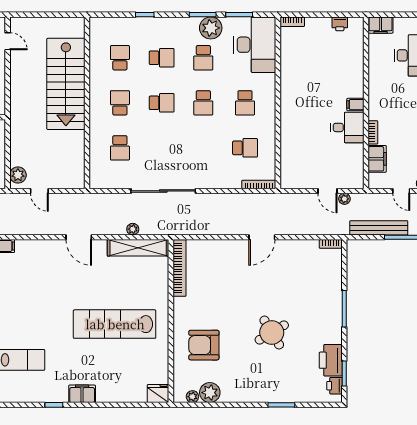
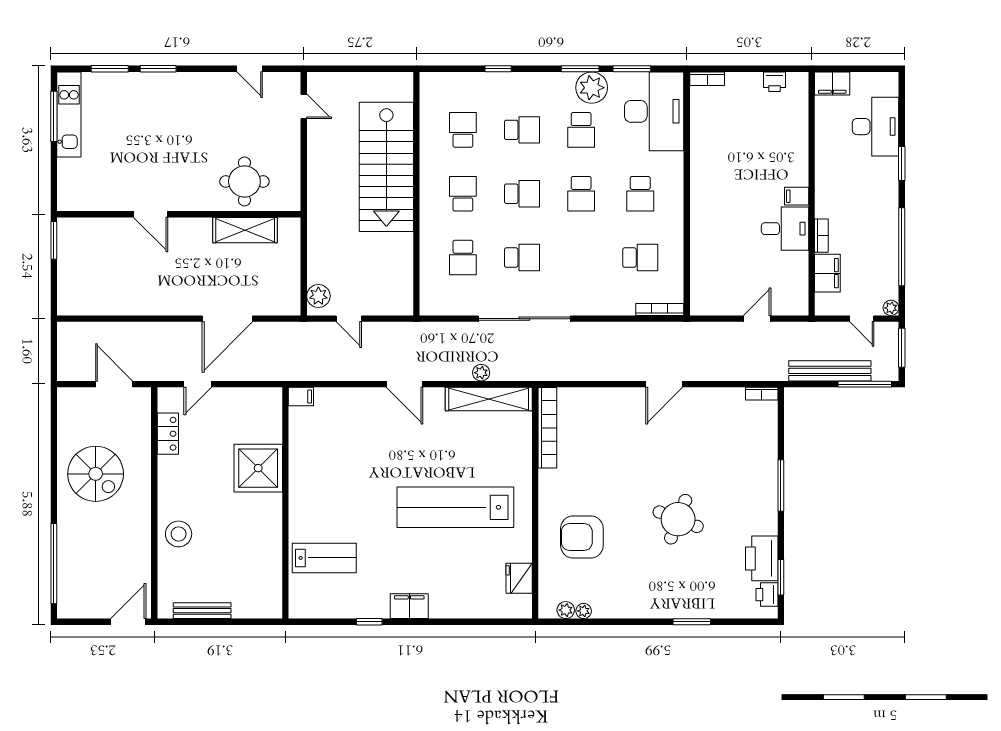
school desk: (162, 148) -> (522, 258), added
door: (327, 191) -> (757, 319), swing flipped
plant: (344, 199) -> (781, 330), removed
round table: (272, 333) -> (678, 519), turned -38
plant: (210, 393) -> (584, 611), width x0.53, depth x0.53
fridge: (158, 394) -> (519, 578), moved, turned -90

